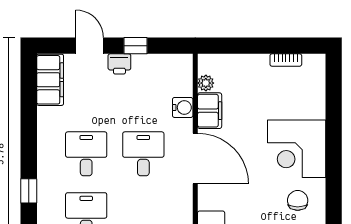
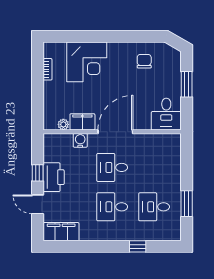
door: (90, 46) -> (38, 204), hinge flipped
printer: (119, 64) -> (54, 177), width x1.87, depth x1.48
corner desk: (297, 149) -> (87, 62), moved
chair: (298, 200) -> (144, 61), turned 90

